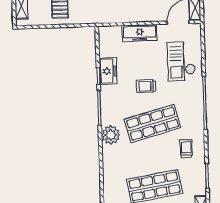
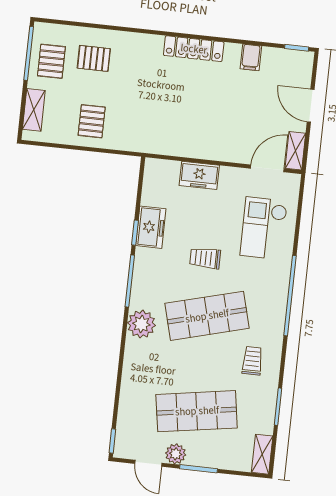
freezer: (140, 33) -> (199, 175), width x0.71

